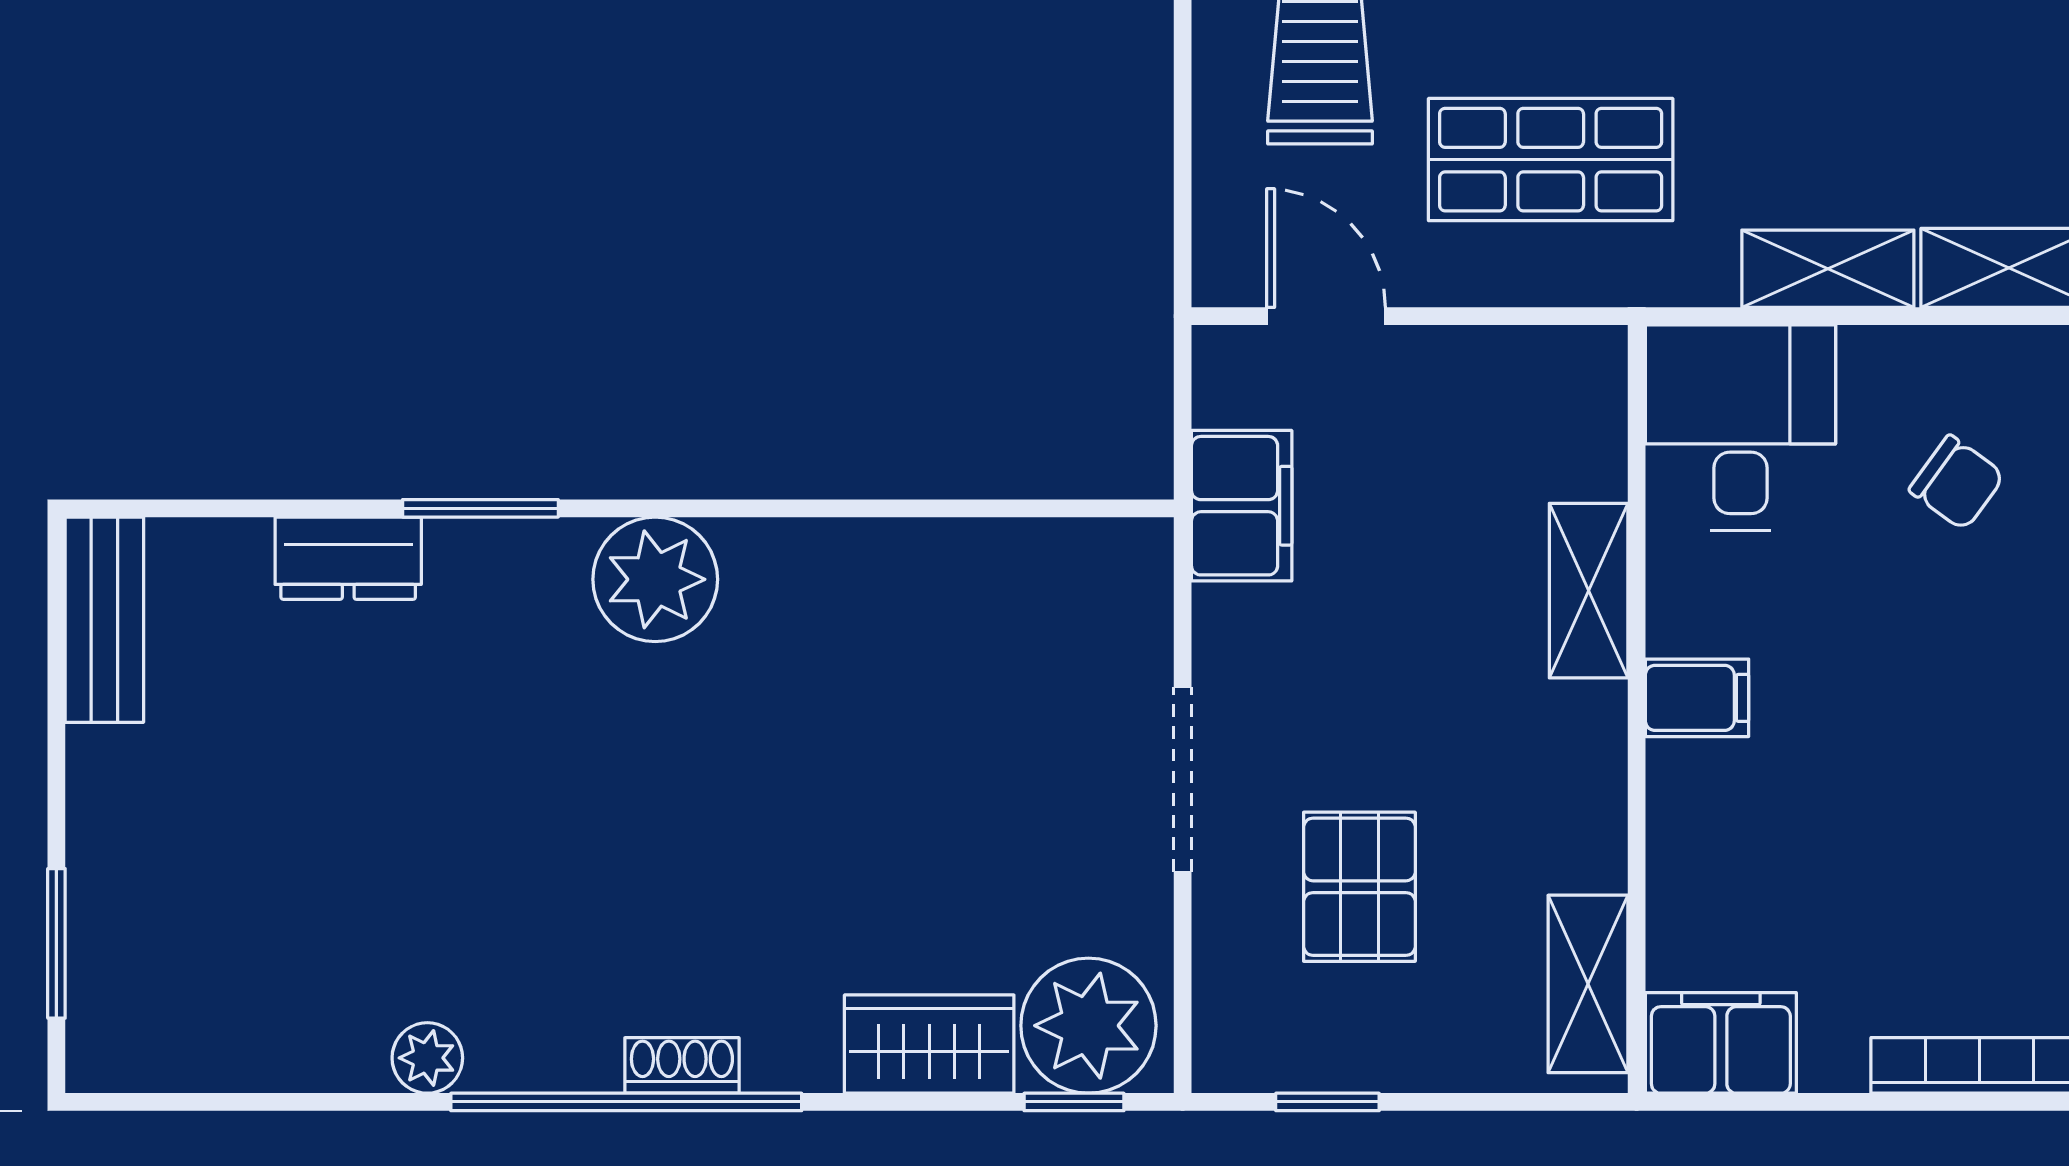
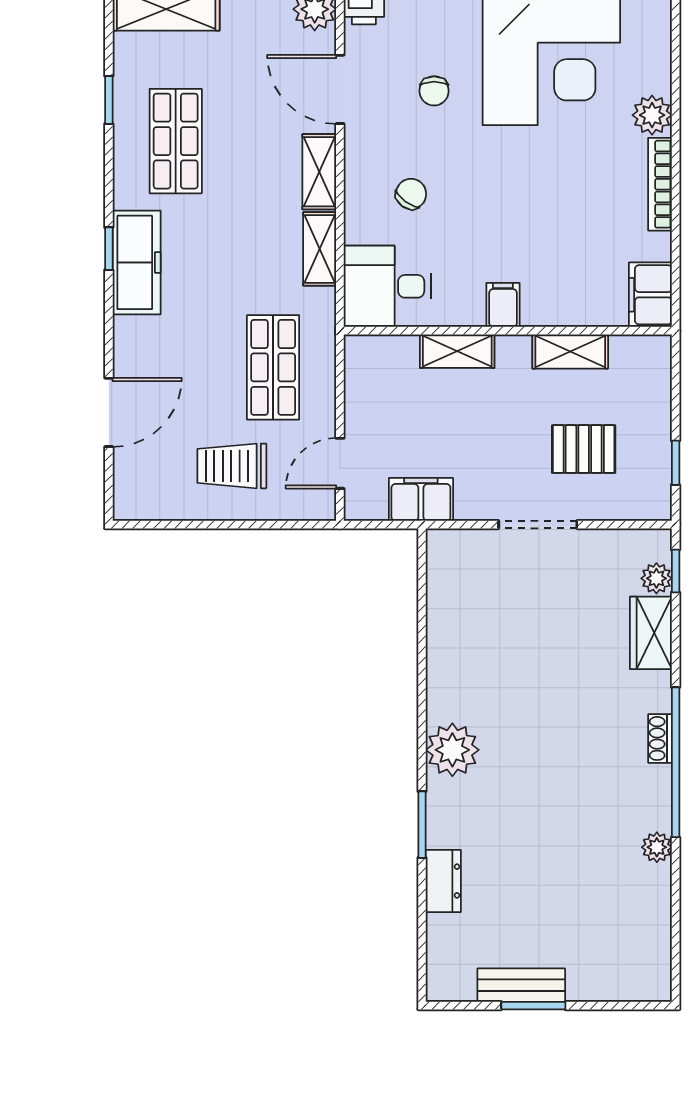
bench: (104, 620) -> (521, 985), moved
window: (56, 943) -> (533, 1006), moved
shelving: (1588, 984) -> (570, 351), moved
plant: (1088, 1026) -> (656, 578), width x0.53, depth x0.53

